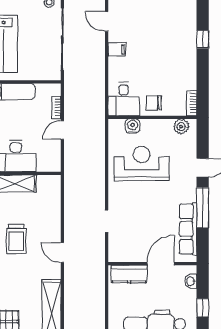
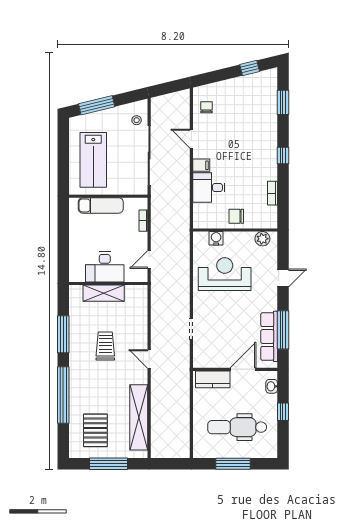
desk: (124, 99) -> (209, 187), moved, turned 90
bookcase: (192, 103) -> (272, 193), moved
door: (62, 130) -> (149, 260), moved
window: (203, 208) -> (283, 330), moved
trolley: (16, 239) -> (105, 346), turned 180

